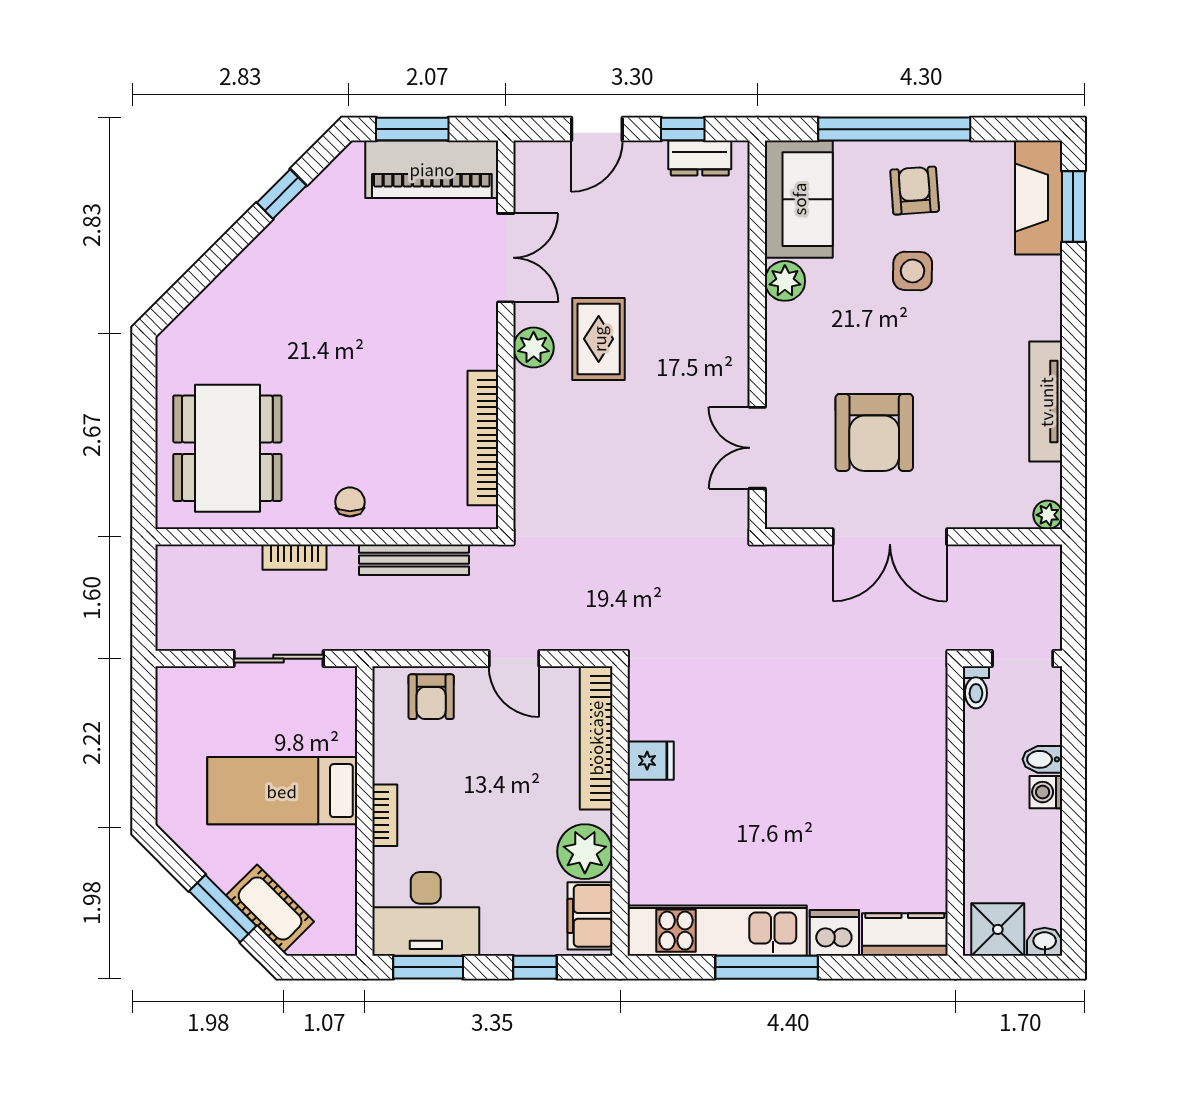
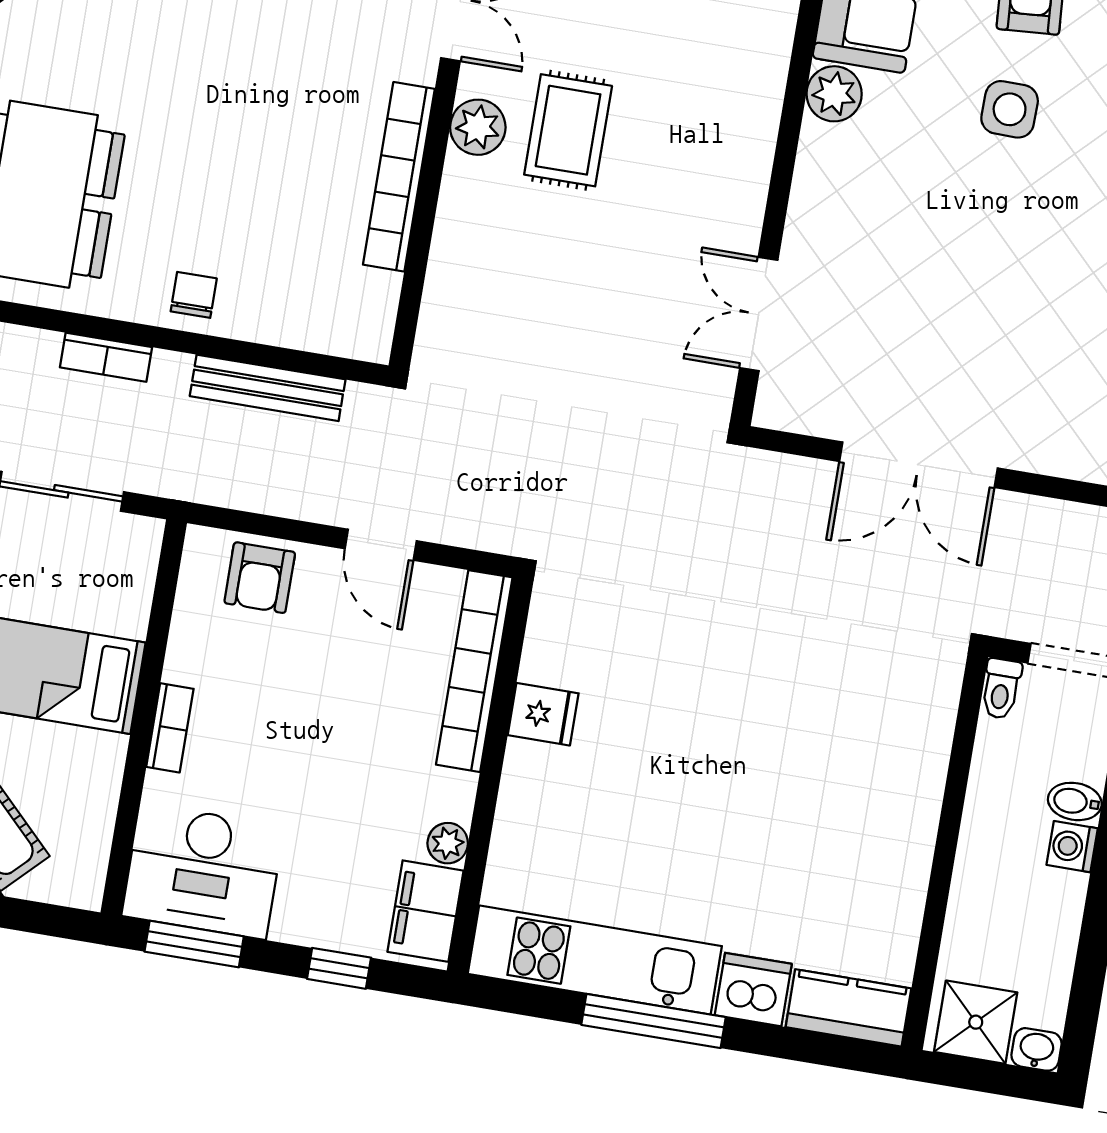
armchair: (874, 432) -> (921, 320), removed
bookcase: (483, 438) -> (399, 177), moved
plant: (585, 852) -> (448, 843), width x0.53, depth x0.53

